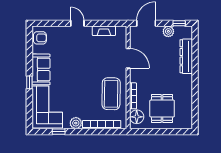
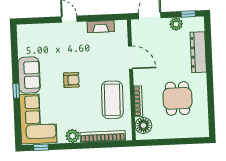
armchair: (40, 38) -> (71, 80), moved
dining table: (162, 109) -> (177, 98), moved
window: (59, 132) -> (41, 147), moved

